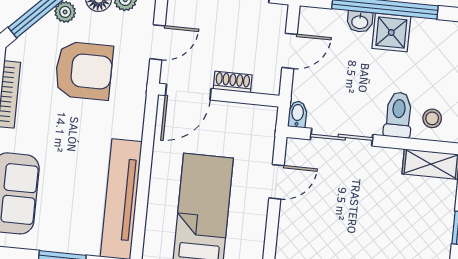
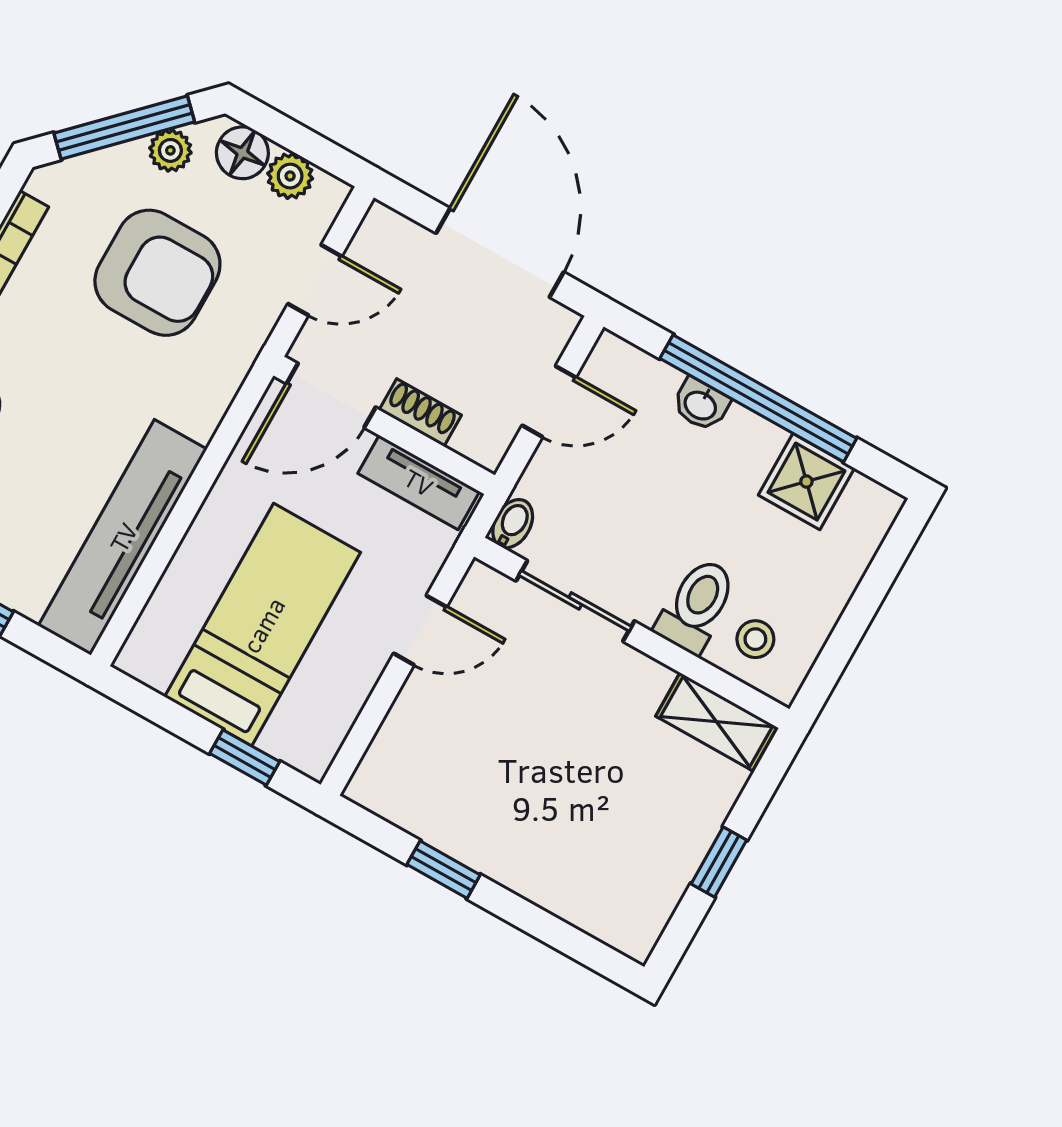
shower: (391, 33) -> (806, 482), moved
tv unit: (246, 114) -> (419, 482), added

